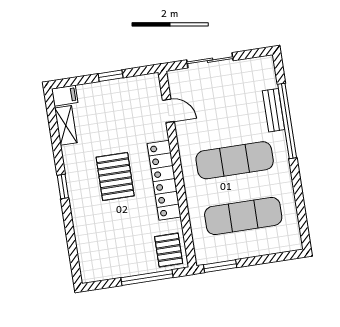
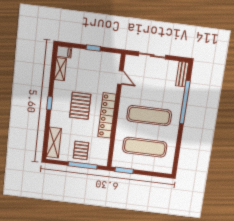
bench: (274, 110) -> (182, 74), moved
pallet: (169, 250) -> (81, 150), moved
shelving: (88, 252) -> (54, 143), added

